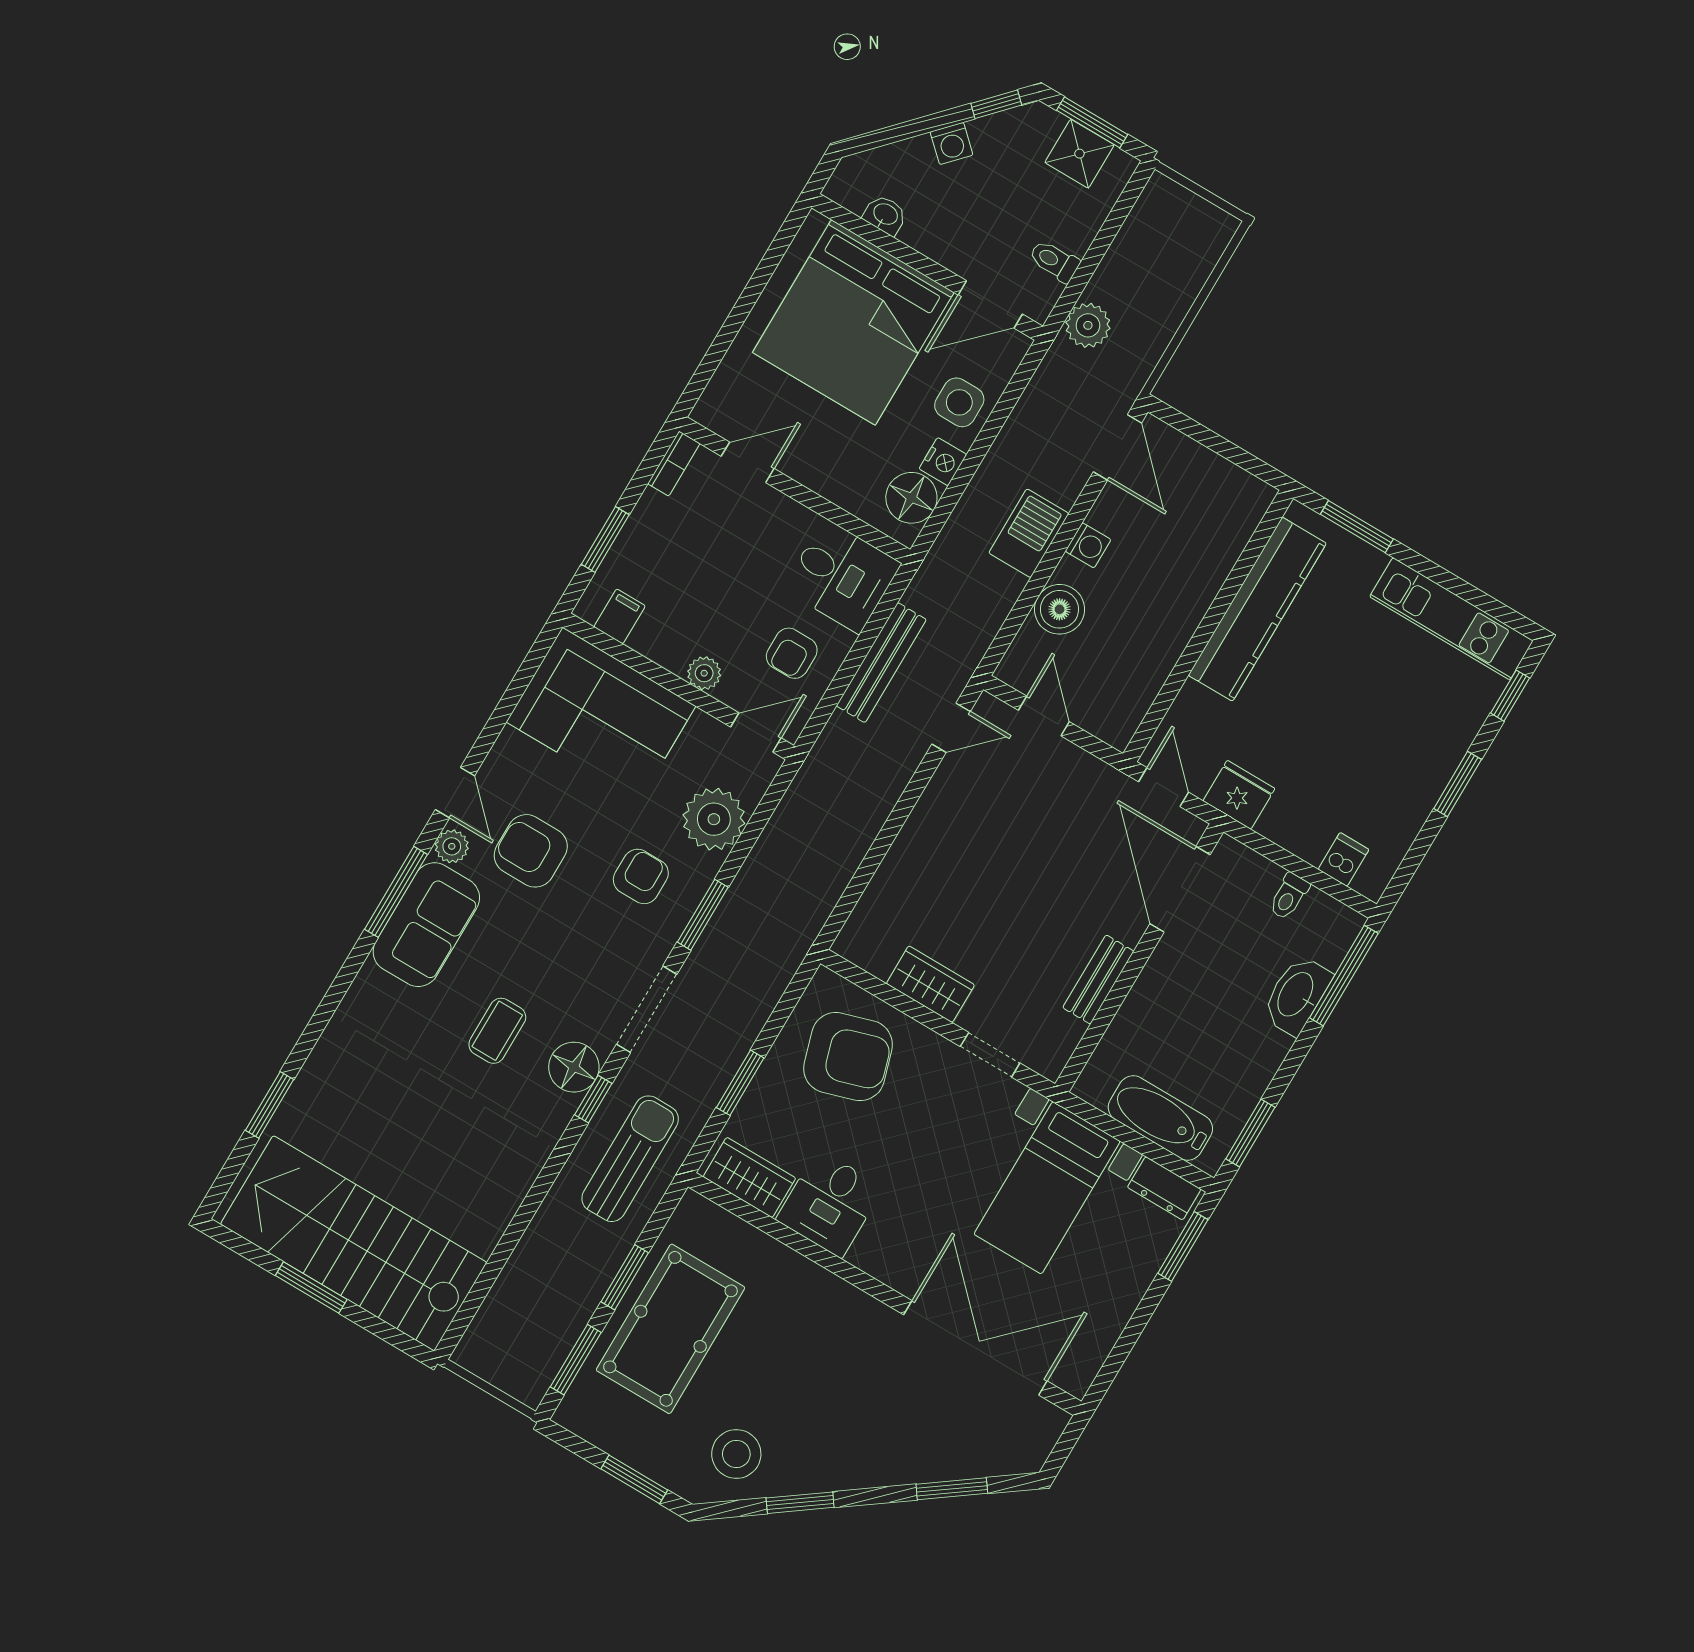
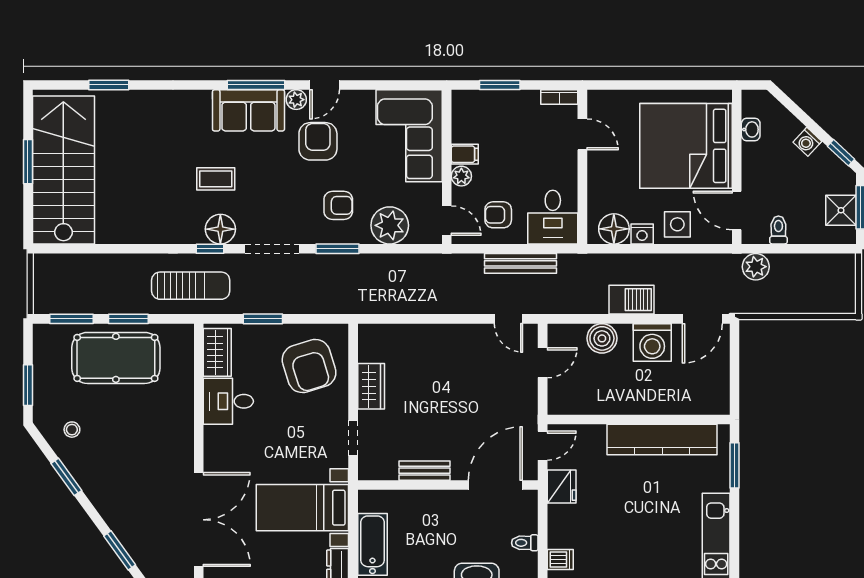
washing machine: (1088, 545) -> (652, 343), width x1.89, depth x1.89
filing cabinet: (620, 616) -> (465, 154), moved
stool: (736, 1454) -> (72, 430), width x0.53, depth x0.53

